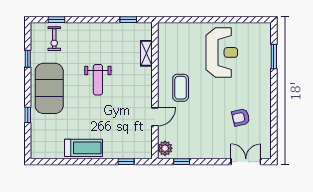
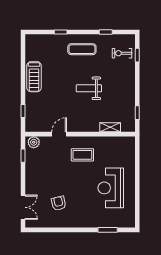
reception desk: (222, 52) -> (111, 188), turned 90
exercise mat: (49, 88) -> (82, 49), width x0.50, depth x0.69
door: (155, 117) -> (59, 134), swing flipped

